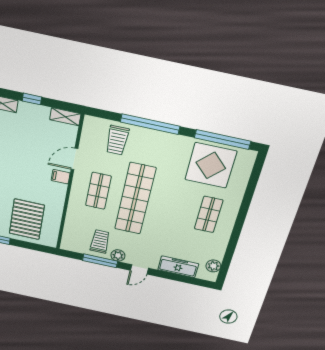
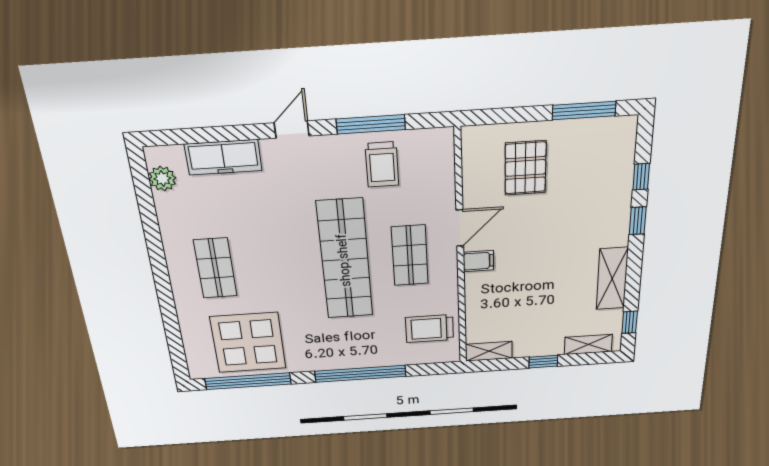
trolley: (117, 140) -> (429, 329), moved, turned -90
door: (74, 159) -> (460, 228), moved
pallet: (27, 219) -> (525, 168), width x0.73, depth x0.71
plant: (118, 255) -> (341, 146), removed

